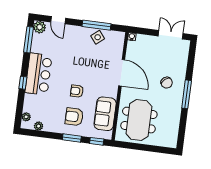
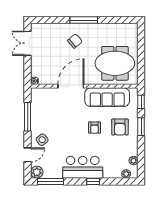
side table: (98, 37) -> (42, 140), moved
sofa: (105, 114) -> (107, 97), width x1.36

